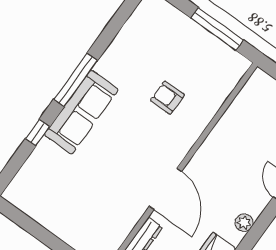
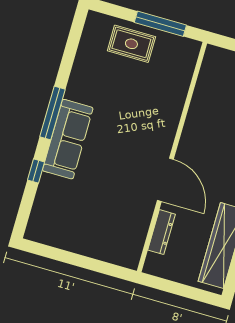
rug: (181, 39) -> (131, 44), added
armchair: (167, 98) -> (138, 99), removed

